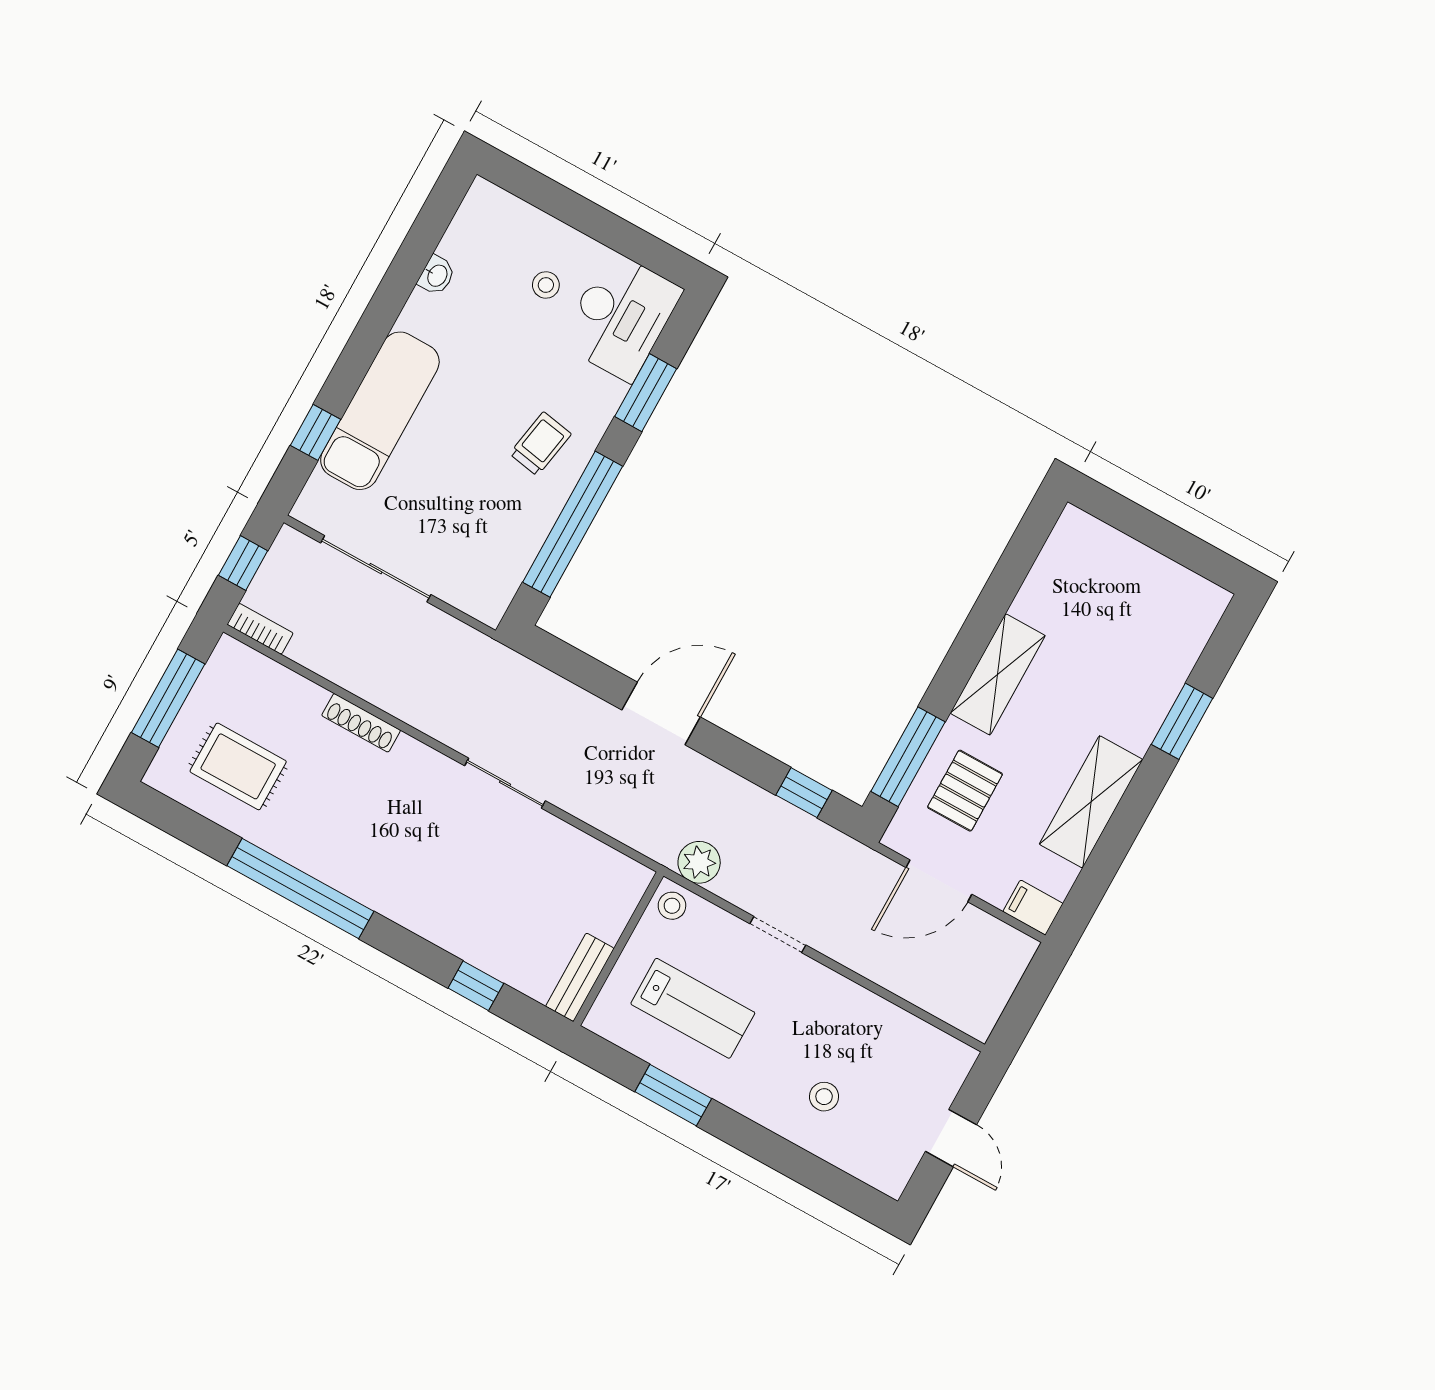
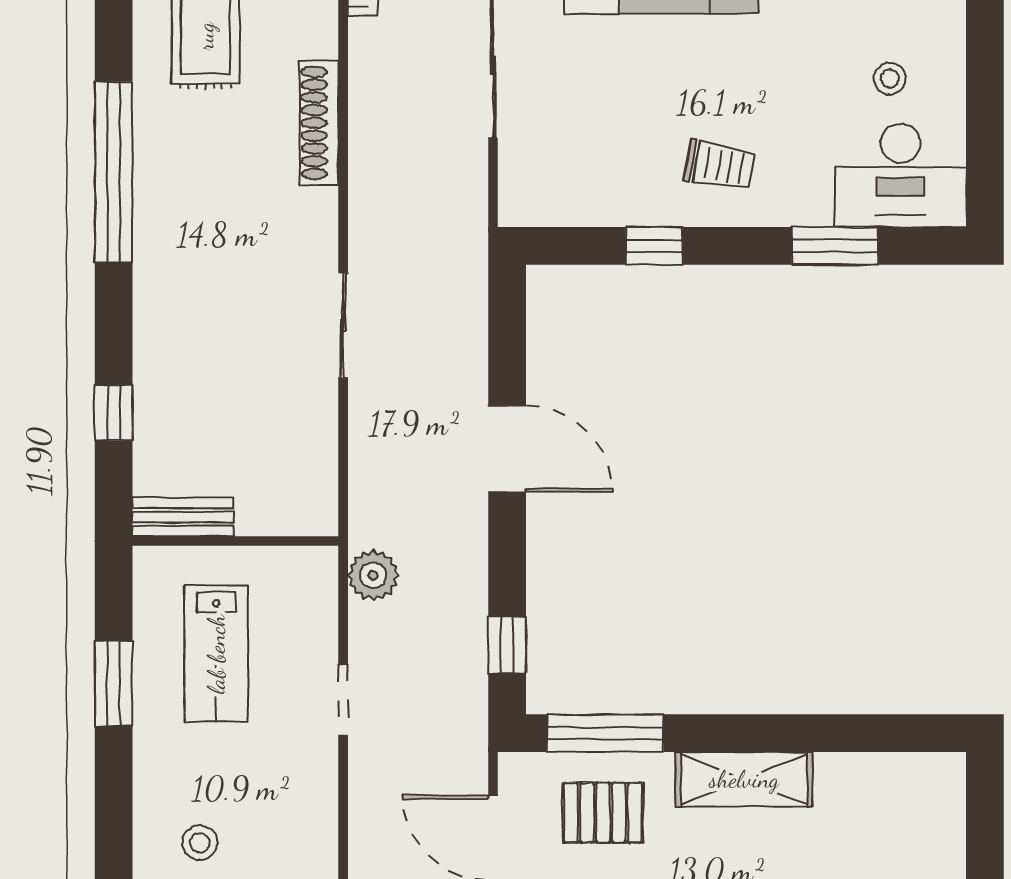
window: (573, 524) -> (654, 246), width x0.32
shoe rack: (361, 723) -> (319, 123), width x1.36, depth x1.24
stool: (672, 906) -> (312, 572), removed

